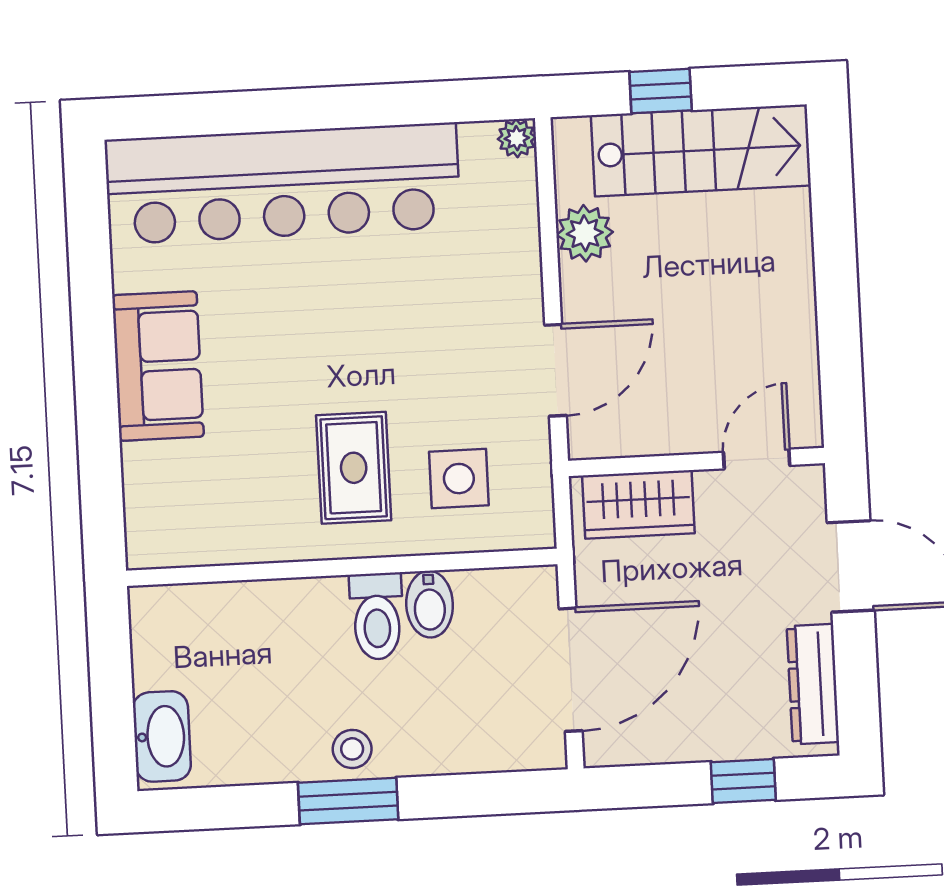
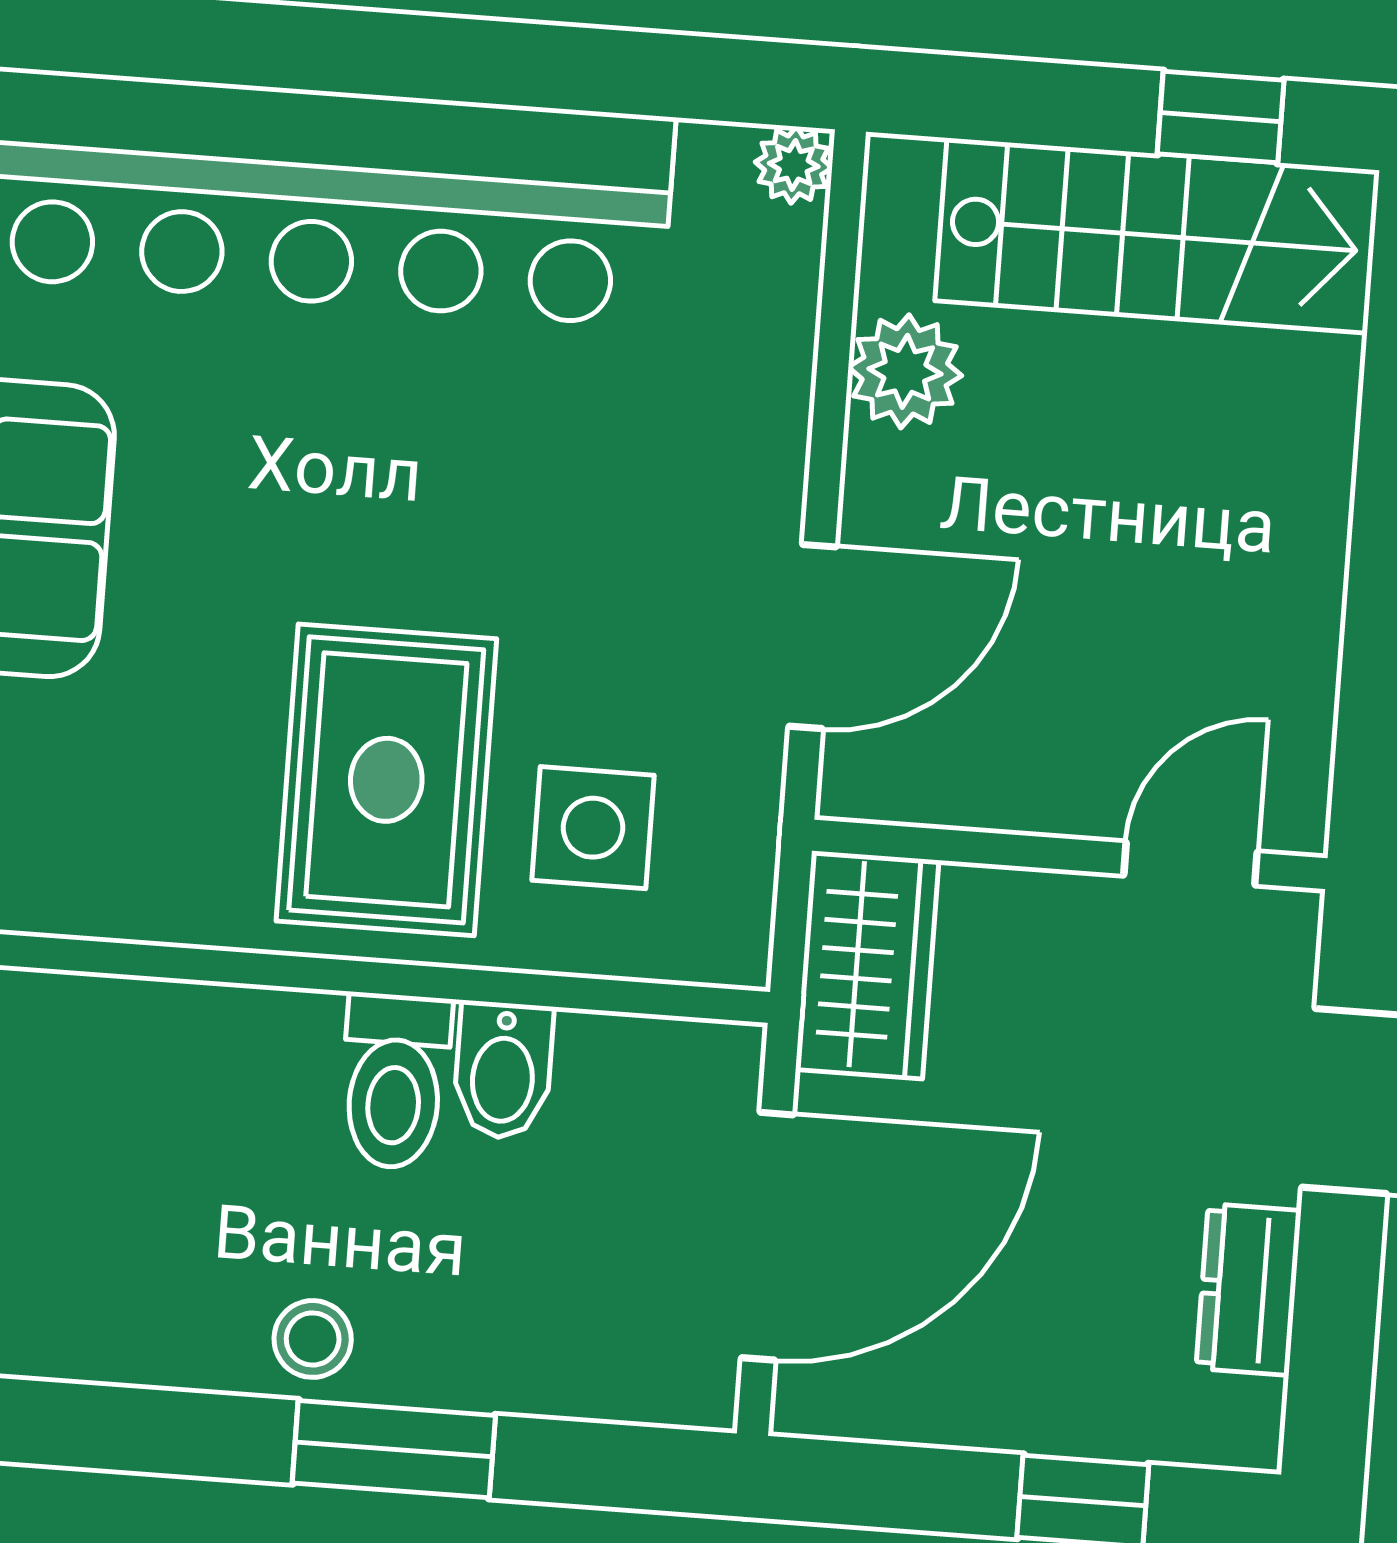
window: (661, 91) -> (1221, 117), moved
rug: (354, 468) -> (386, 780), width x1.36, depth x1.43
wardrobe: (638, 504) -> (867, 965), moved, turned -90
dresser: (813, 684) -> (1249, 1290), width x0.70
window: (348, 801) -> (394, 1449), moved

